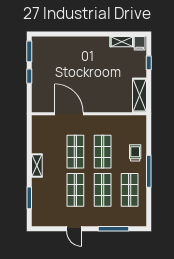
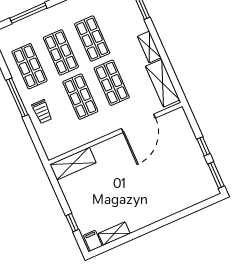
shelving: (140, 95) -> (73, 164), moved, turned 90
door: (69, 114) -> (138, 123), hinge flipped
shelving: (39, 135) -> (163, 83), added

